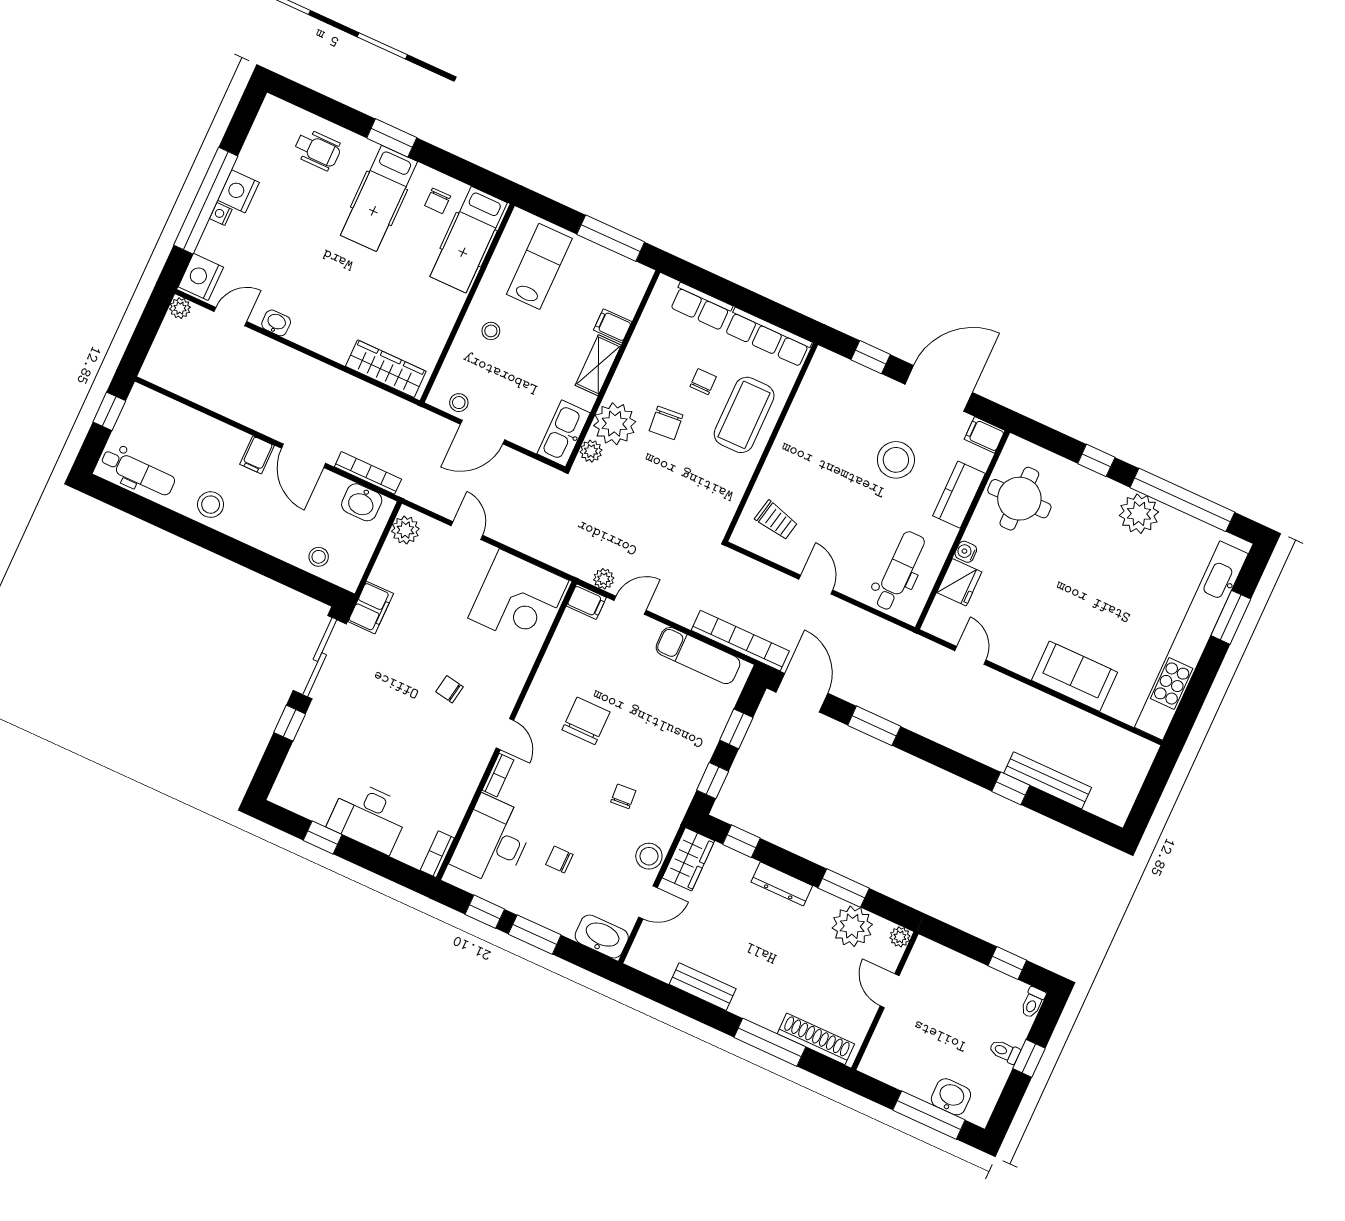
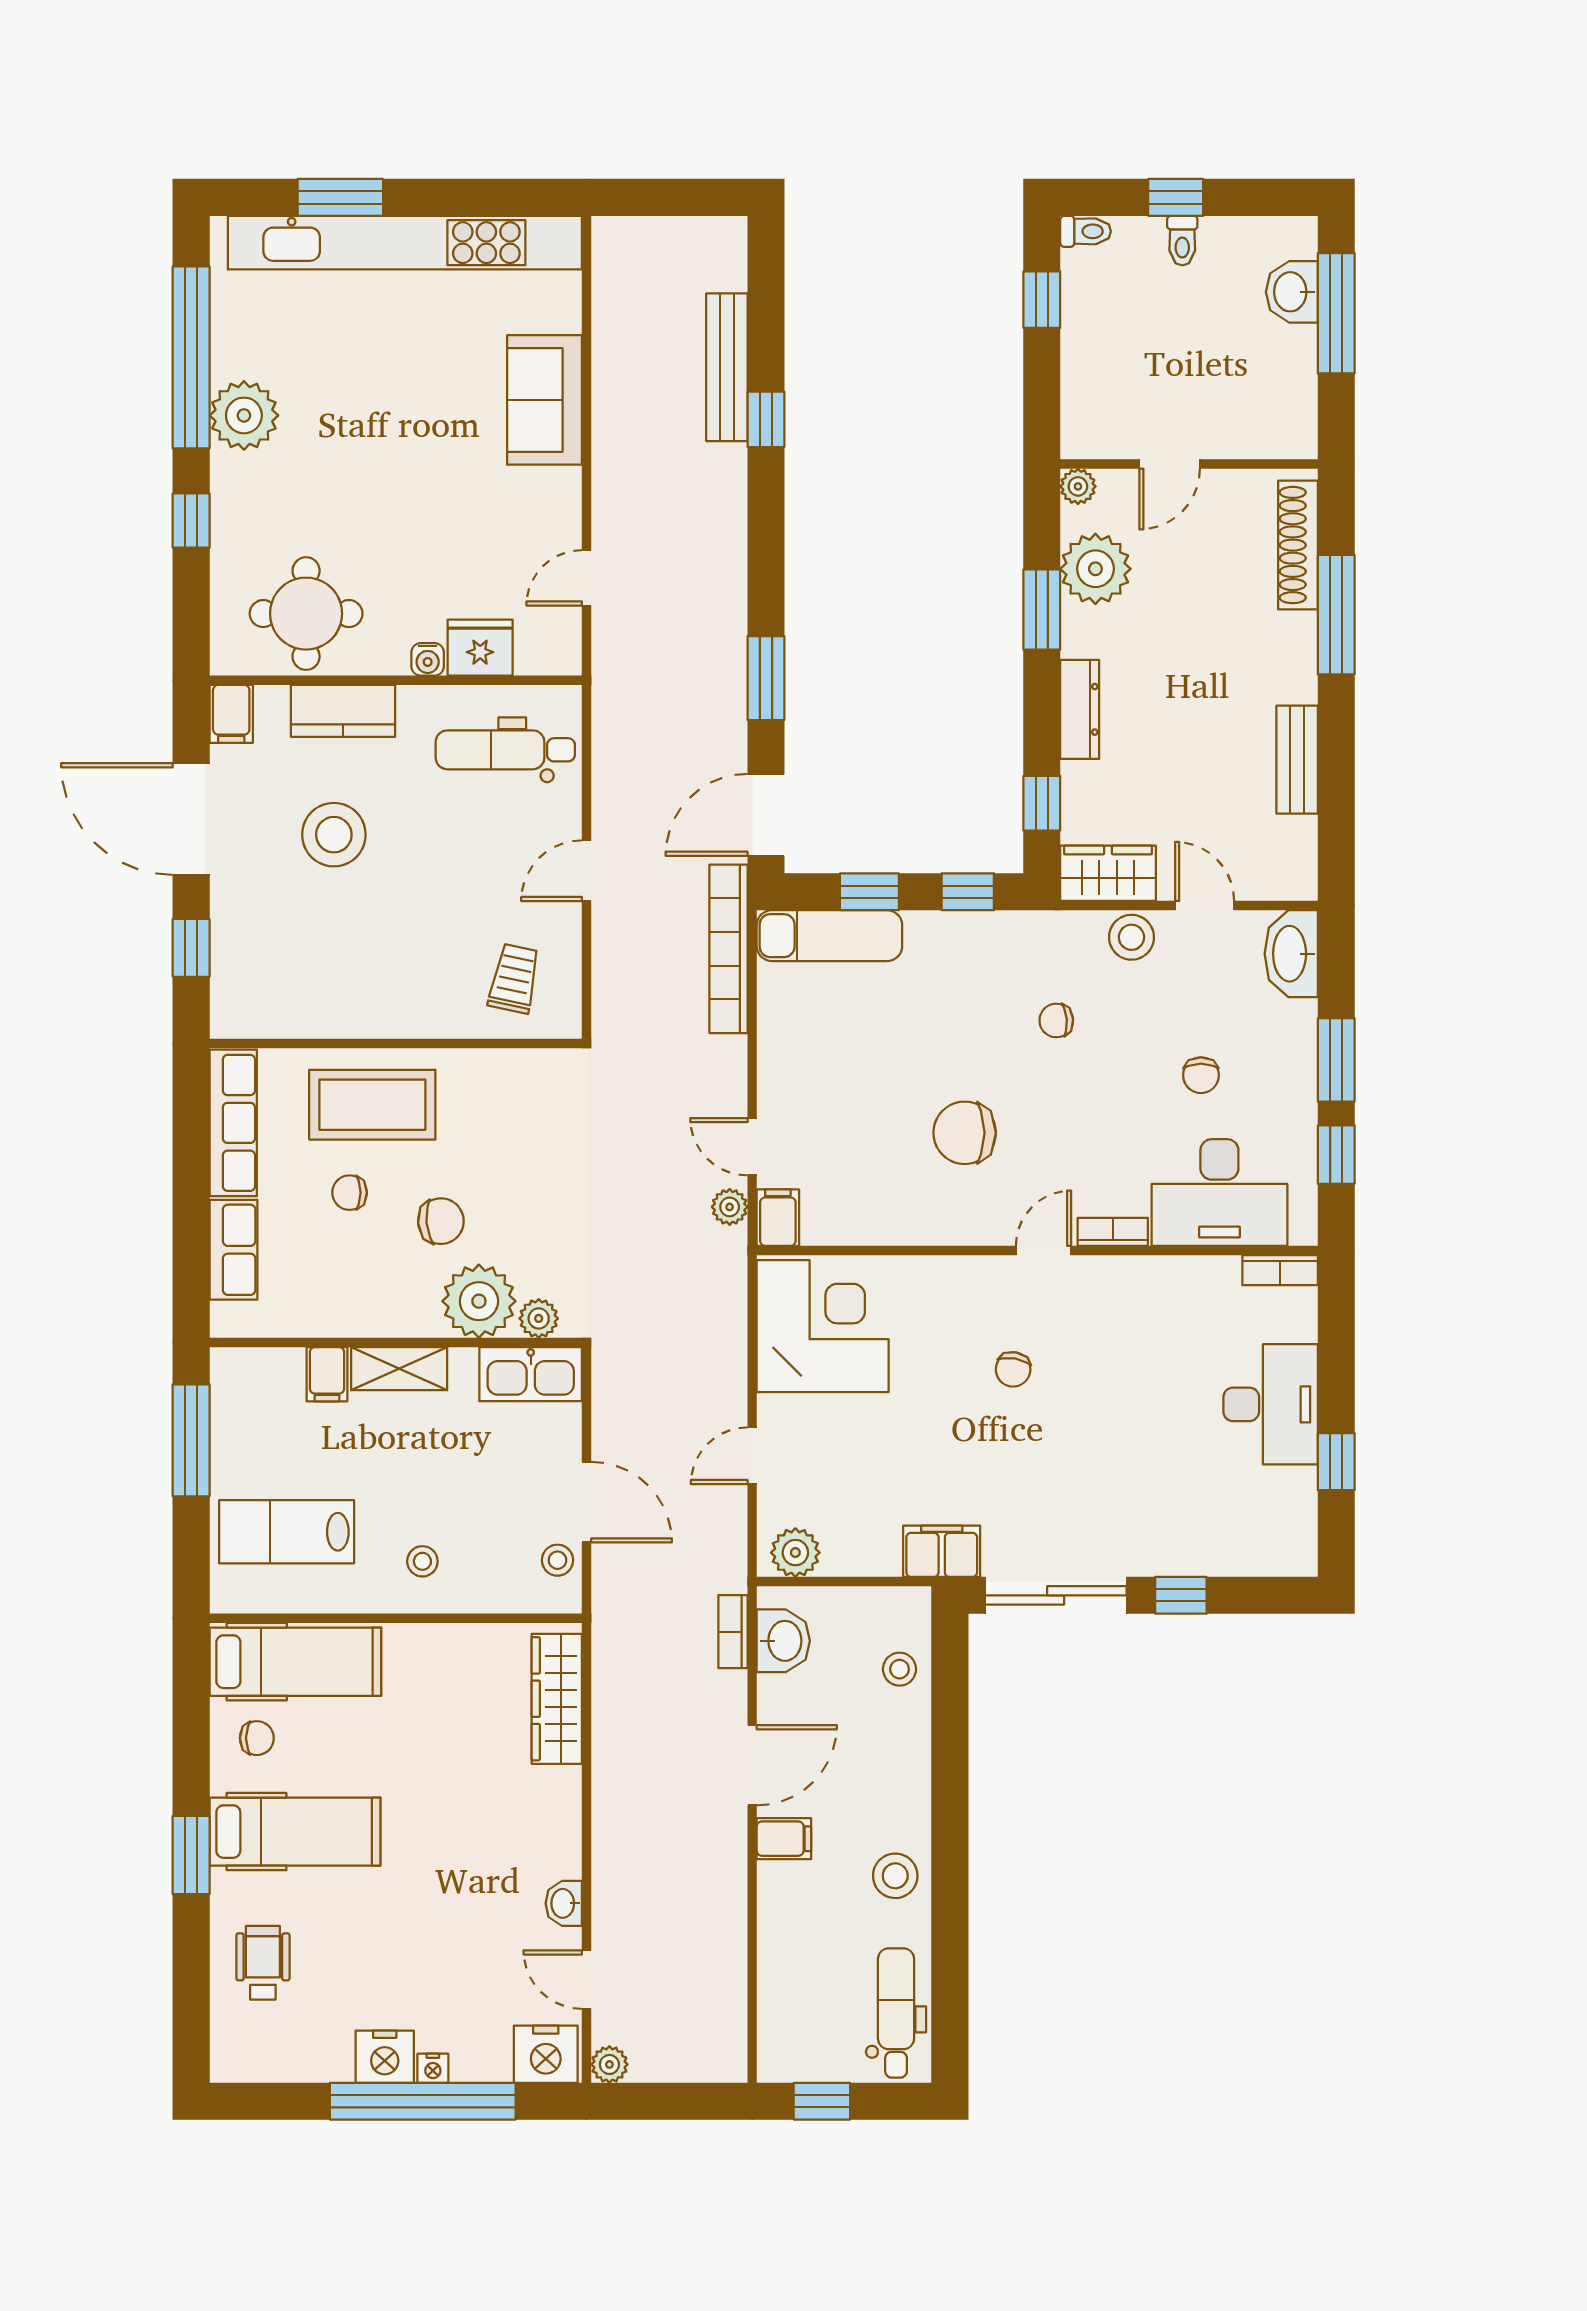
bookcase: (368, 473) -> (733, 1632), width x0.64
exam couch: (698, 656) -> (829, 936), moved, turned 90

